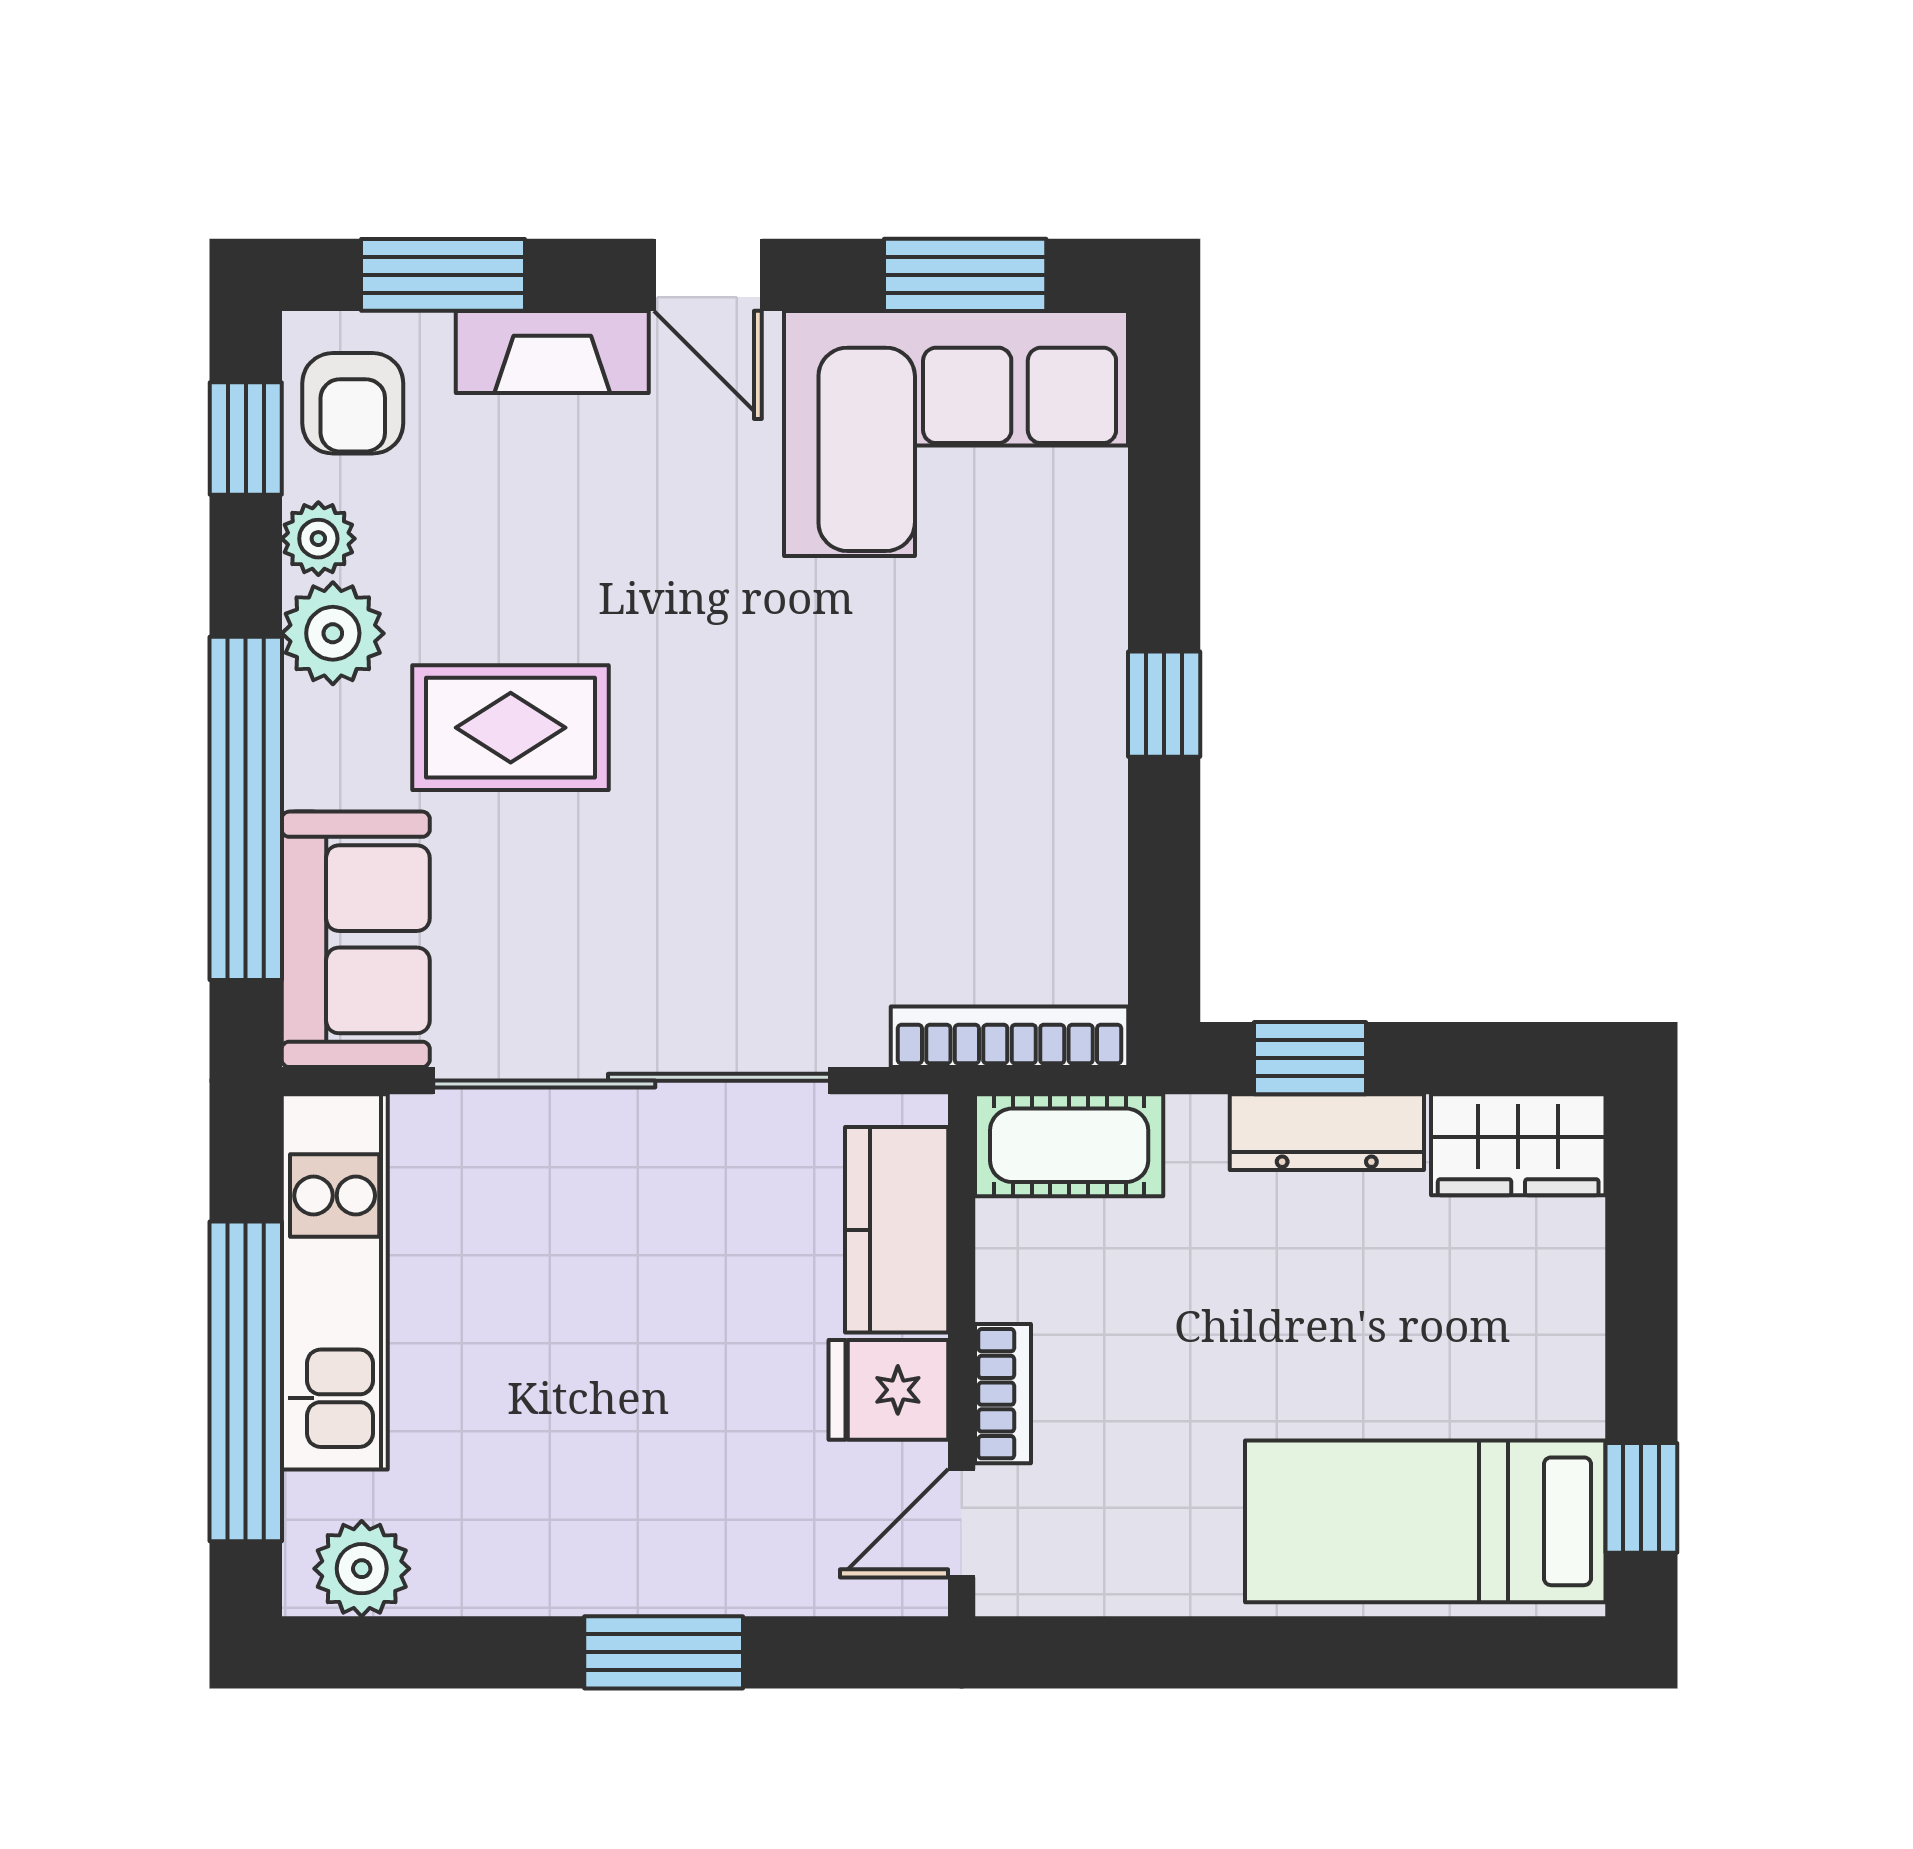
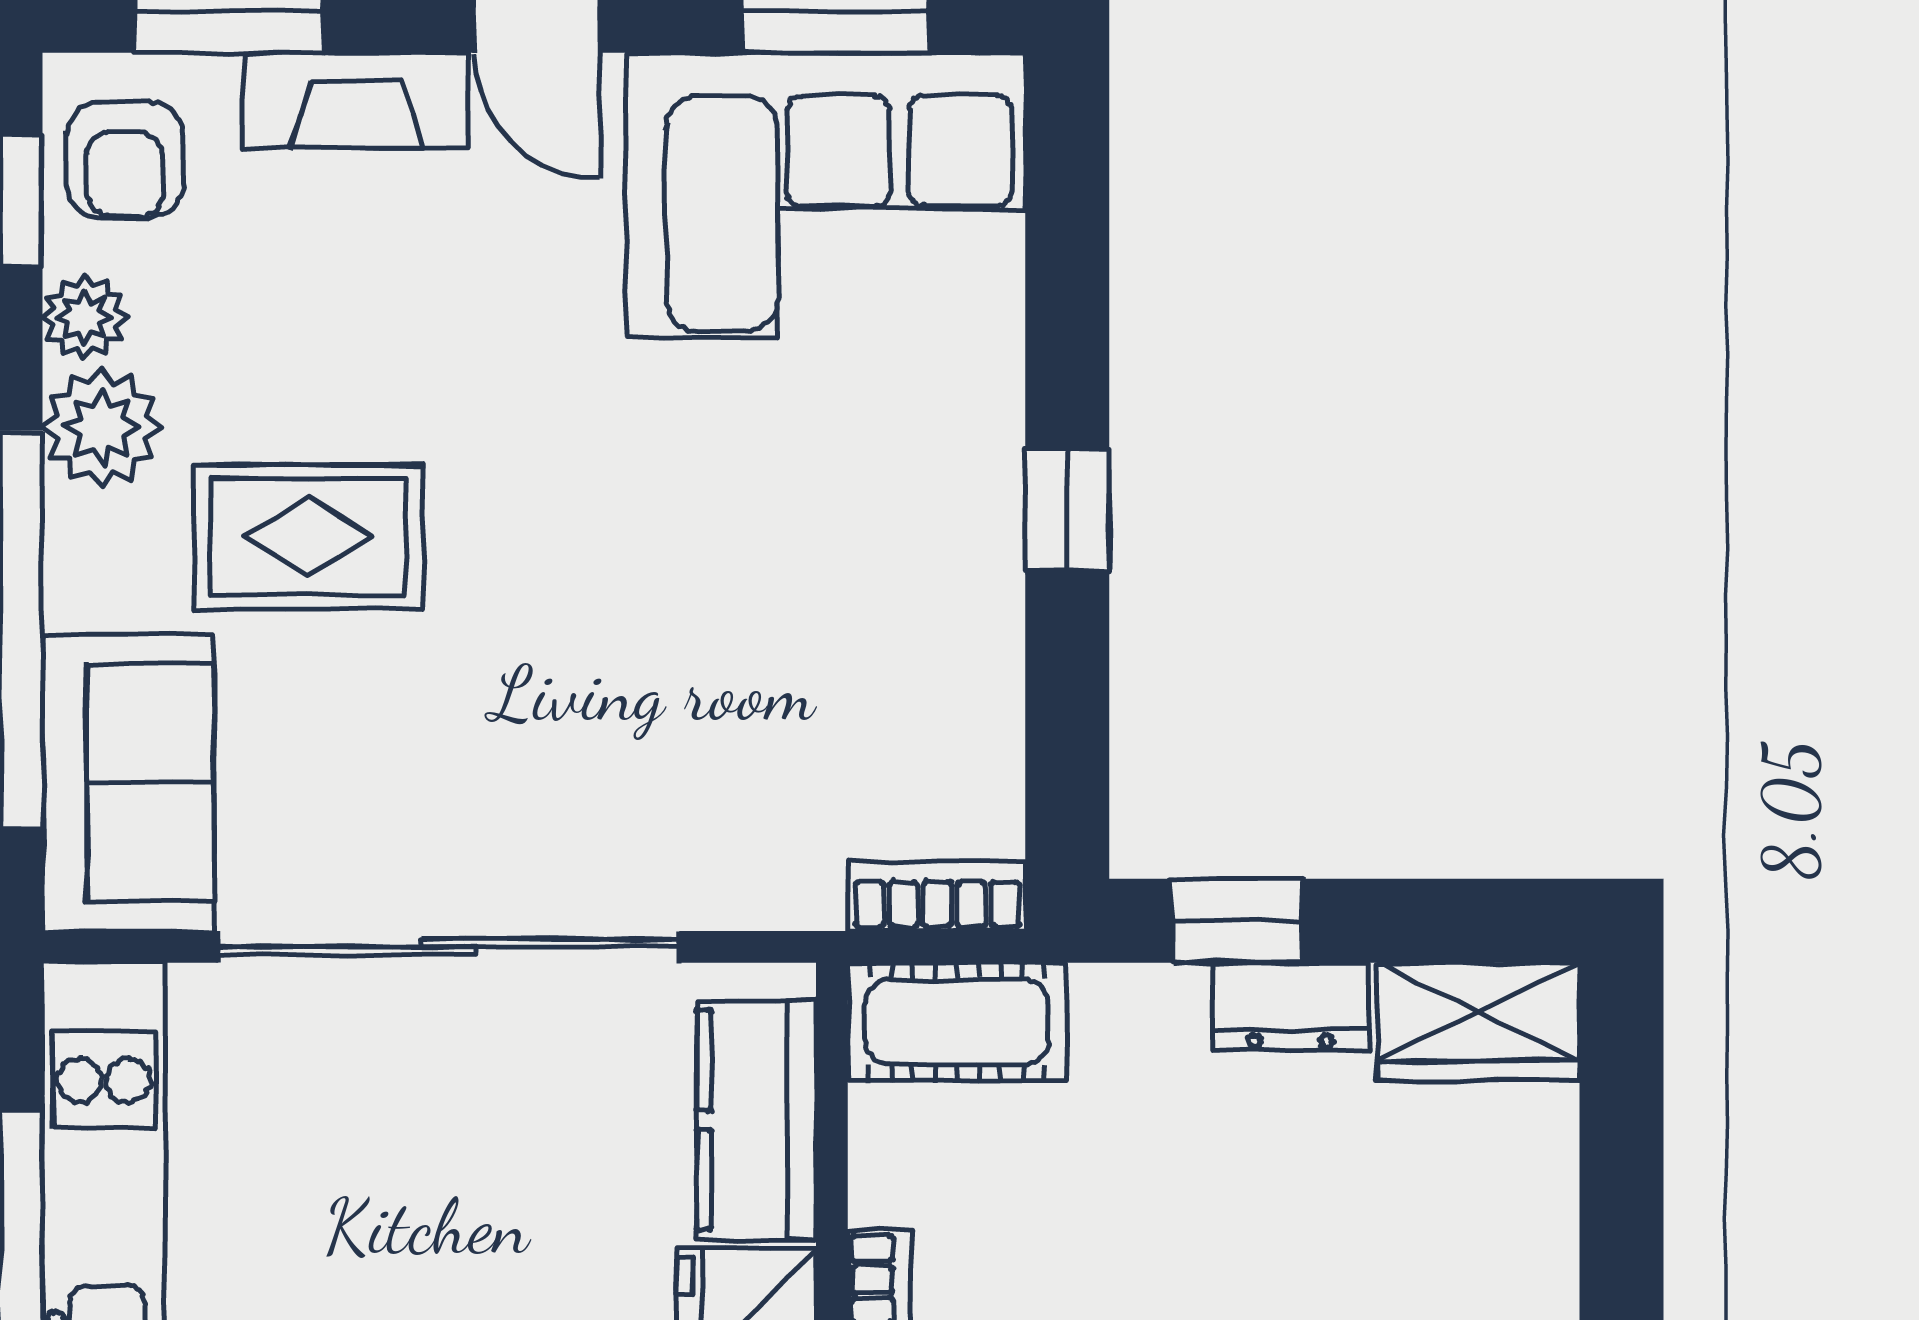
bookcase: (1010, 1037) -> (937, 896), width x0.64
dresser: (1327, 1132) -> (1290, 1007), width x0.70

